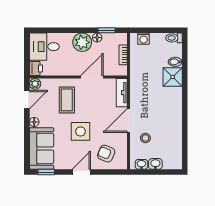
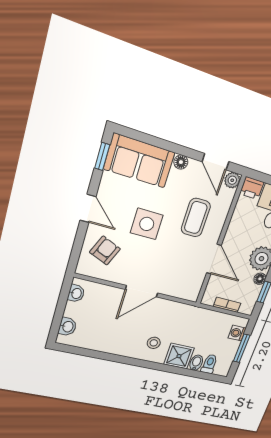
window: (155, 30) -> (242, 348), added
toilet: (174, 38) -> (209, 364), moved
tv unit: (122, 93) -> (181, 292), removed
coffee table: (67, 100) -> (196, 218), turned 90
door: (129, 120) -> (142, 291), swing flipped
stool: (145, 138) -> (154, 343), moved
washbasin: (155, 164) -> (67, 327), moved

